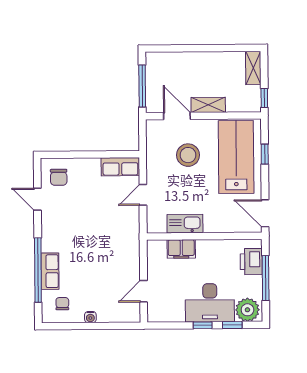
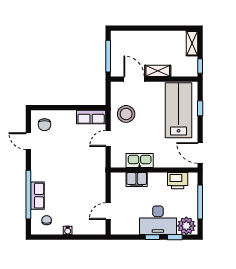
stool: (188, 155) -> (126, 114), moved
printer: (251, 262) -> (178, 181), moved, turned -90

